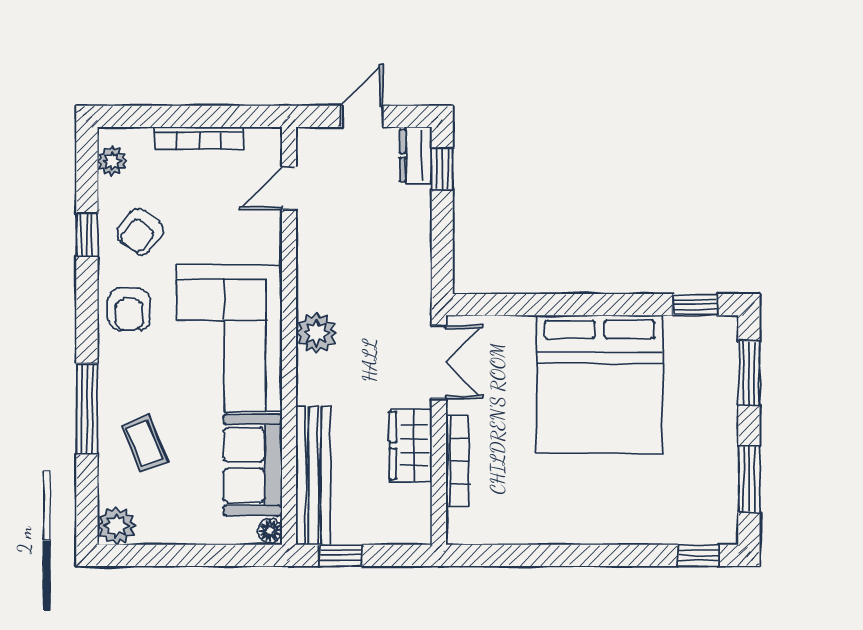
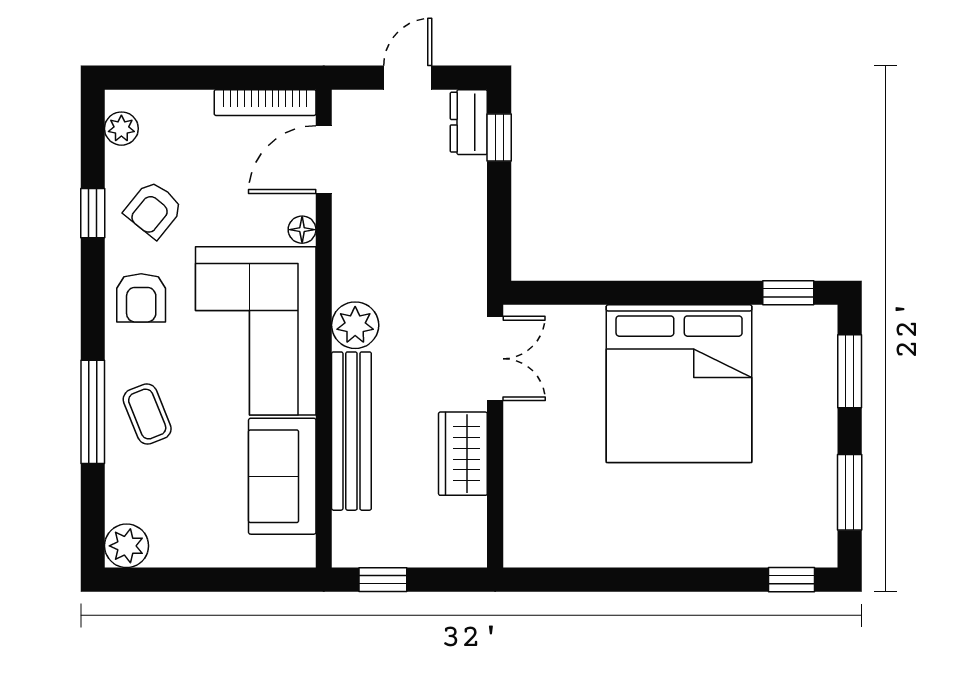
bookcase: (199, 138) -> (265, 103), moved
door: (289, 188) -> (324, 160), width x1.38
coffee table: (145, 444) -> (147, 414), moved
bookcase: (457, 461) -> (516, 472), removed
bench: (313, 476) -> (351, 431), moved
floor lamp: (270, 531) -> (302, 230), moved

